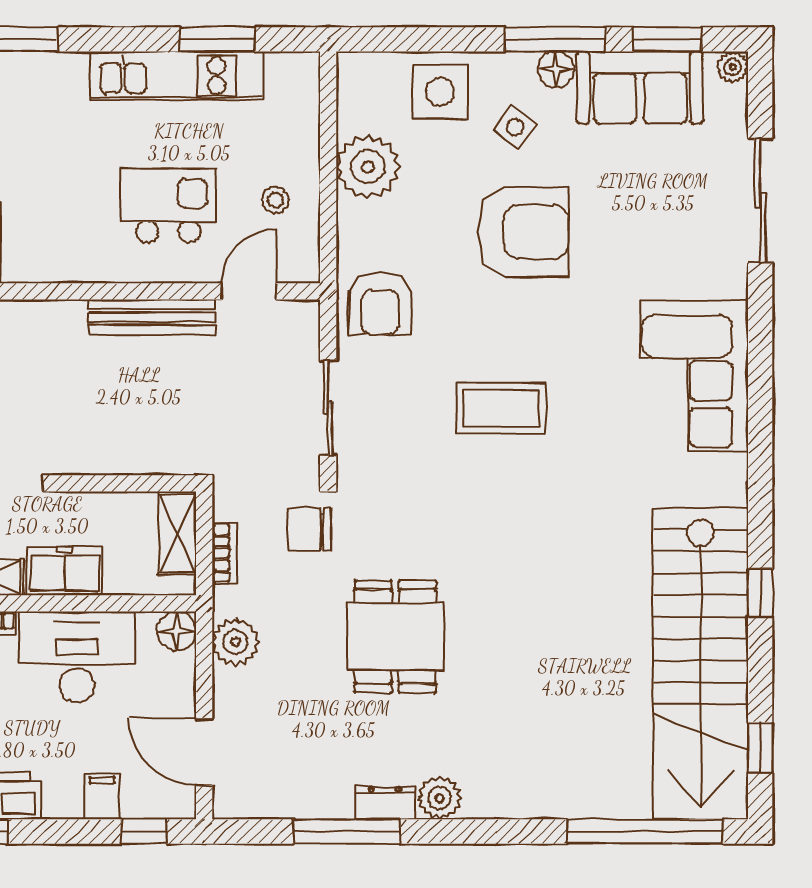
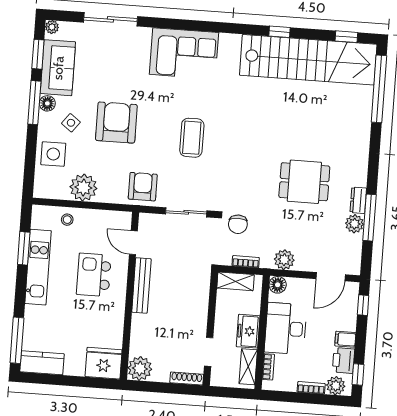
stool: (275, 200) -> (67, 220), moved
armchair: (380, 303) -> (143, 187), turned -90
dining table: (395, 636) -> (304, 182), moved
filing cabinet: (102, 796) -> (345, 339), moved
plant: (440, 798) -> (355, 224), moved

